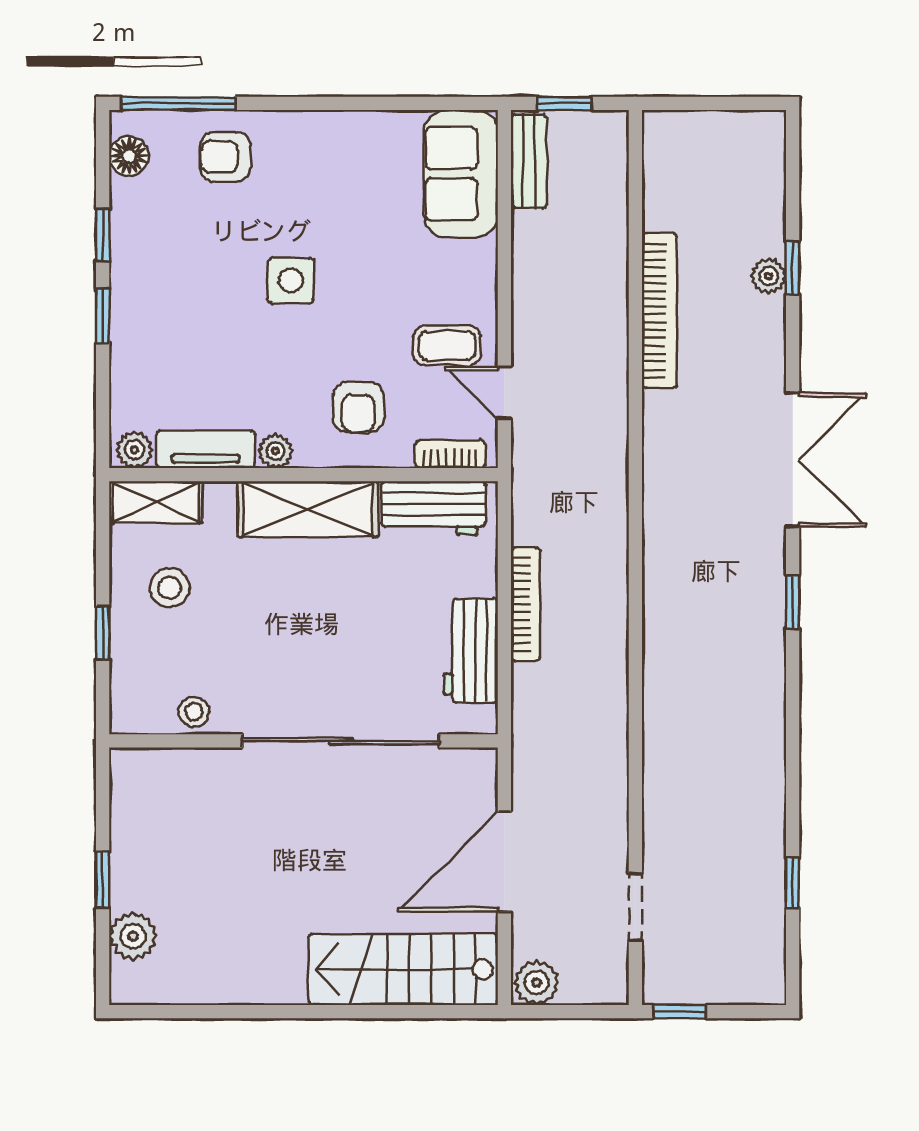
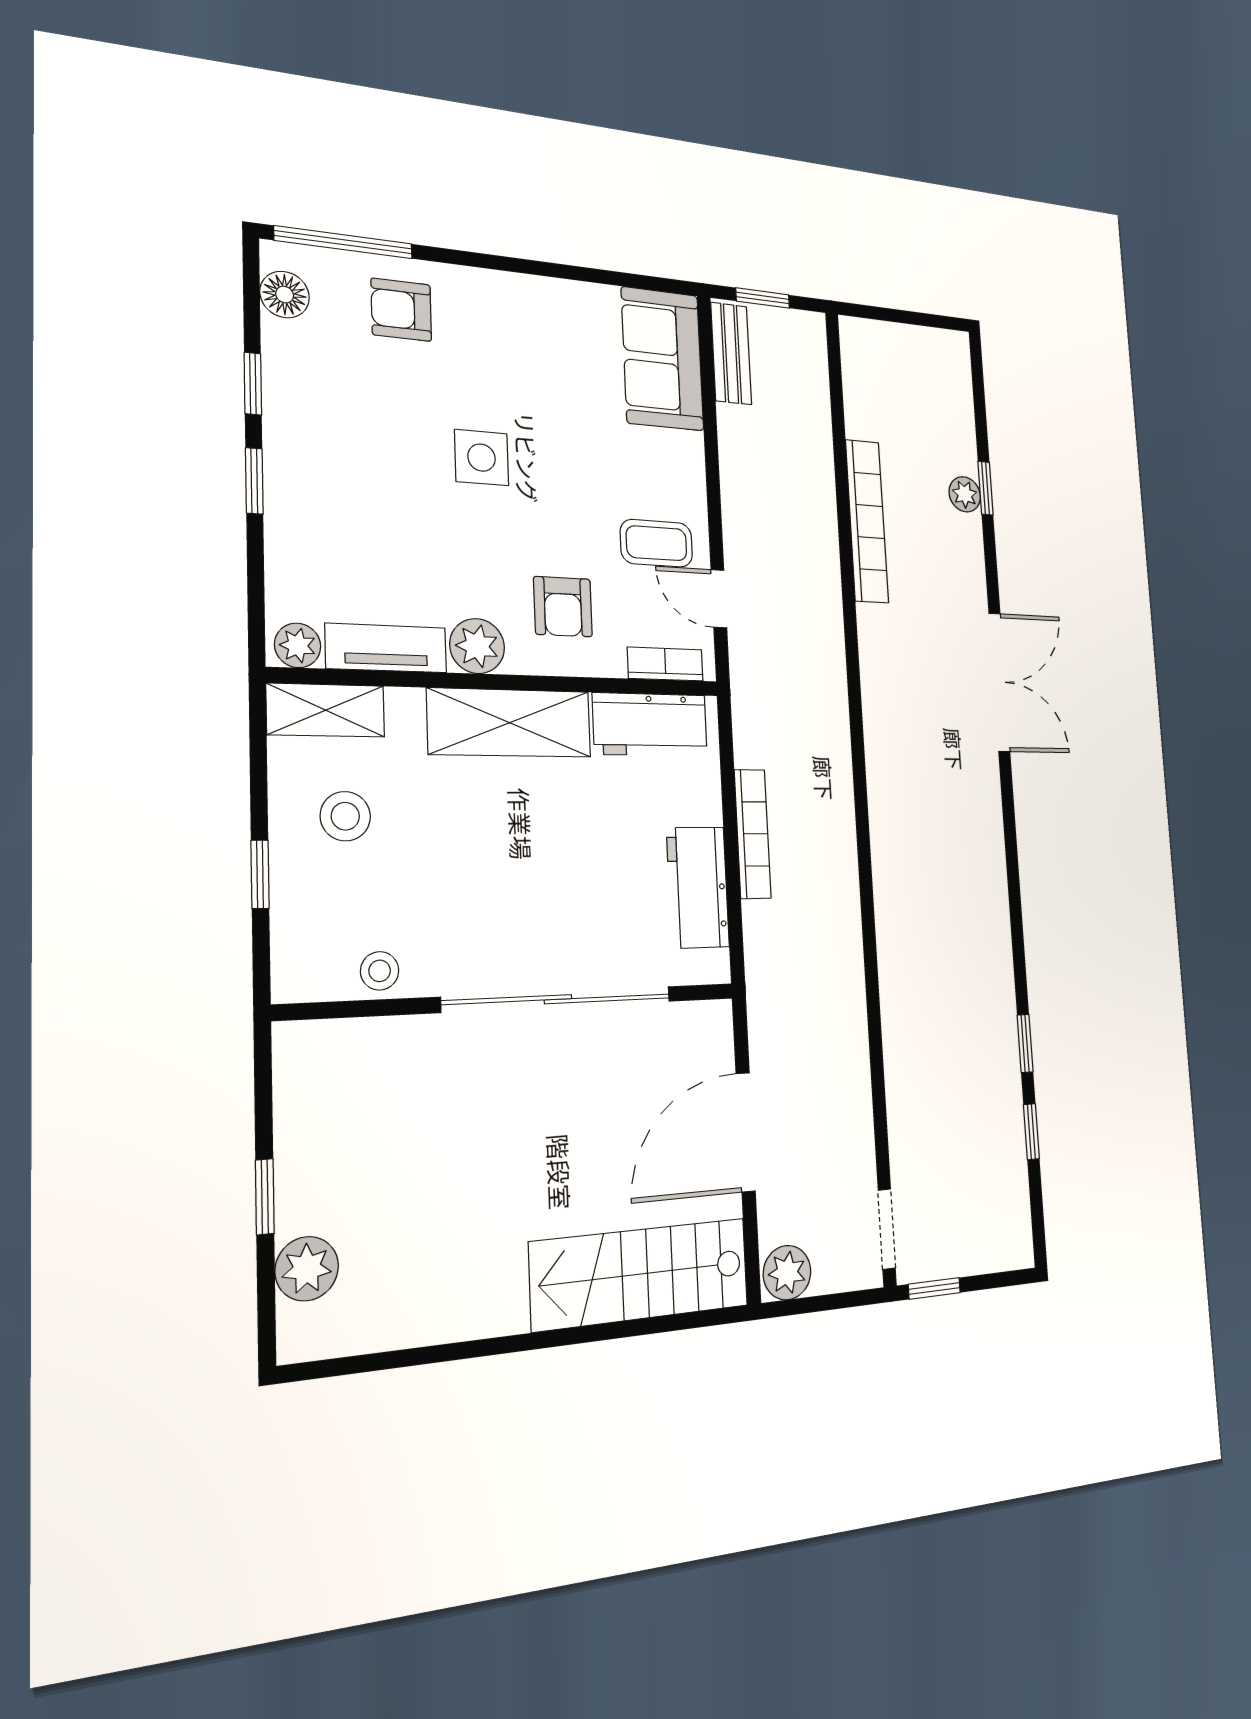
plant: (275, 451) -> (477, 646), width x1.38, depth x1.38
window: (793, 602) -> (1025, 1043), moved
doorway: (635, 907) -> (887, 1229), moved

